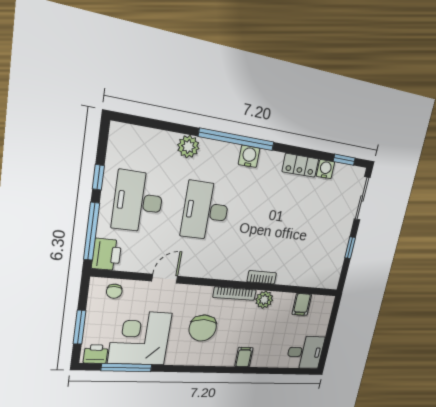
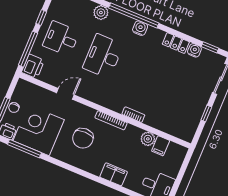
desk: (138, 202) -> (61, 39), width x0.73
chair: (114, 291) -> (14, 108), moved
plant: (264, 300) -> (148, 139), moved
filing cabinet: (244, 357) -> (114, 174), width x2.00

